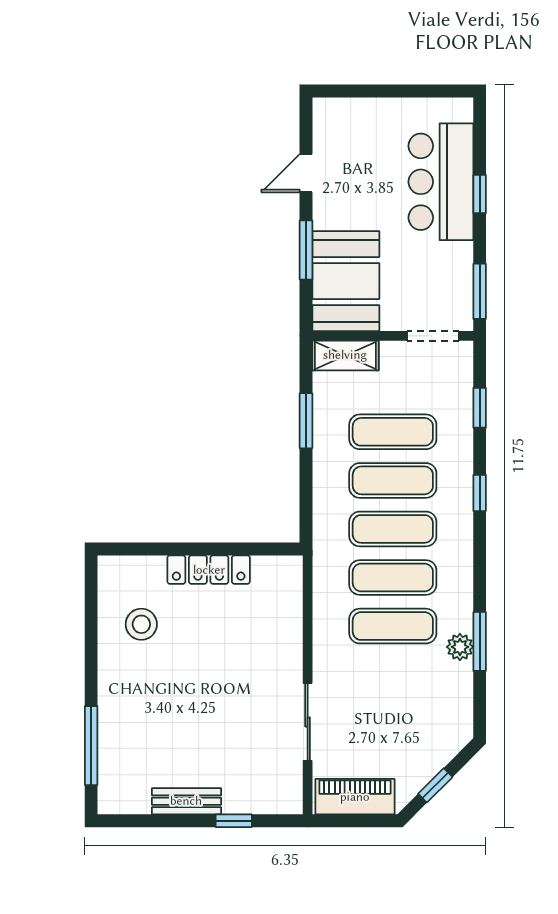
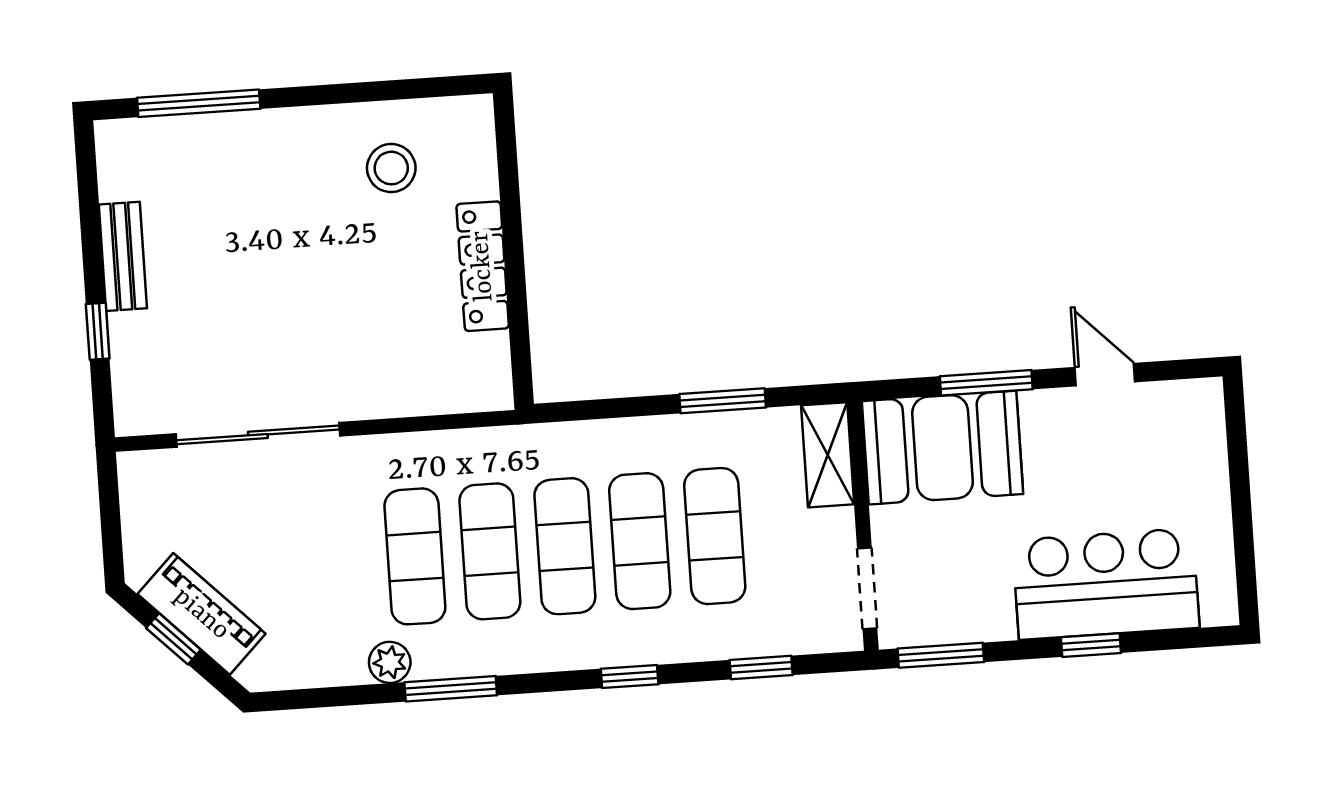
window: (480, 641) -> (451, 689), moved
sliding door: (308, 722) -> (258, 435), width x1.37
piano: (355, 797) -> (201, 614), moved, turned -45

